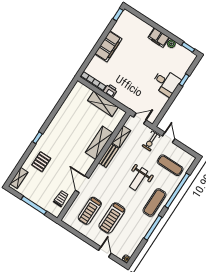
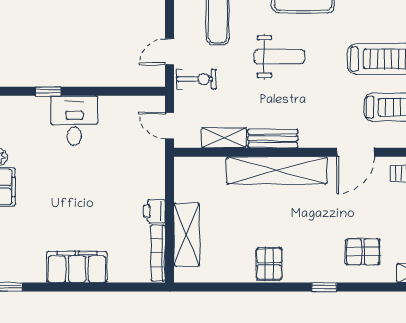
shelving: (103, 104) -> (187, 235), moved
pallet: (60, 122) -> (269, 264), added
shelving: (99, 143) -> (277, 170), width x1.47

